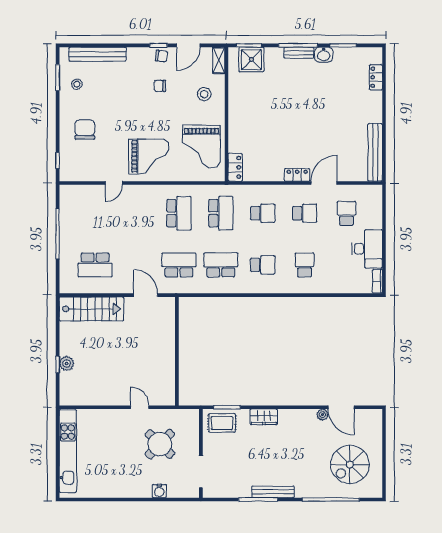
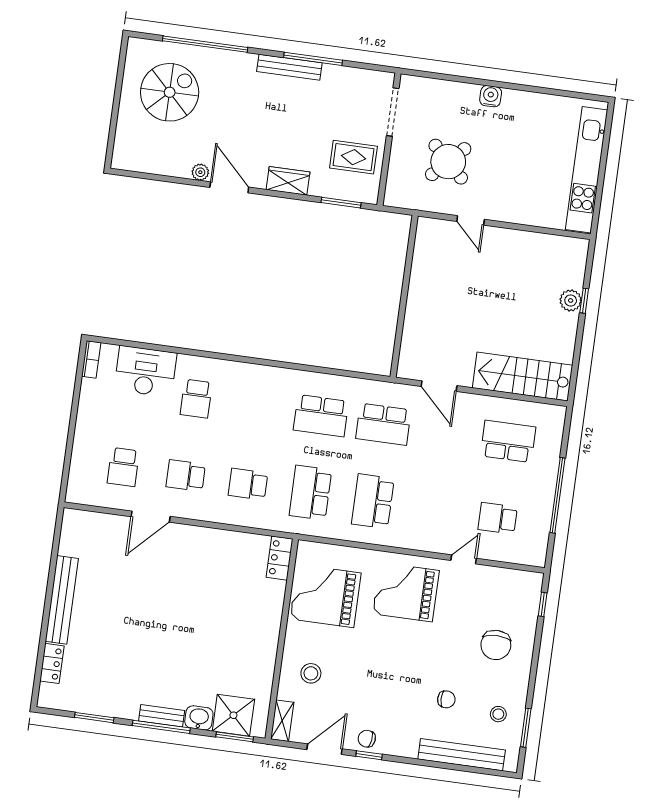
washbasin: (324, 55) -> (199, 718), moved
chair: (160, 86) -> (446, 699), moved
grand piano: (202, 146) -> (325, 596), turned -90
bench: (375, 152) -> (62, 600), moved
locker: (297, 175) -> (189, 534), removed
desk: (367, 249) -> (145, 371), moved, turned 90
school desk: (263, 265) -> (498, 518), moved
door: (341, 407) -> (229, 187), moved
rug: (222, 423) -> (353, 157), moved
water cooler: (159, 491) -> (491, 96), moved

